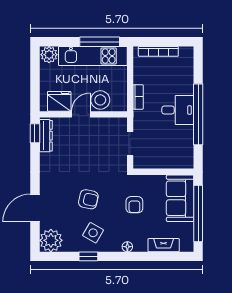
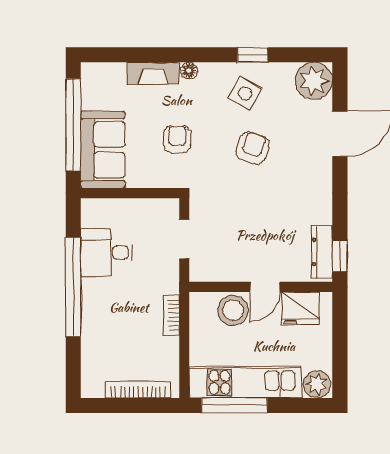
desk: (178, 110) -> (106, 253), moved
armchair: (88, 199) -> (253, 148), turned 98
fireplace: (164, 245) -> (153, 73), moved

